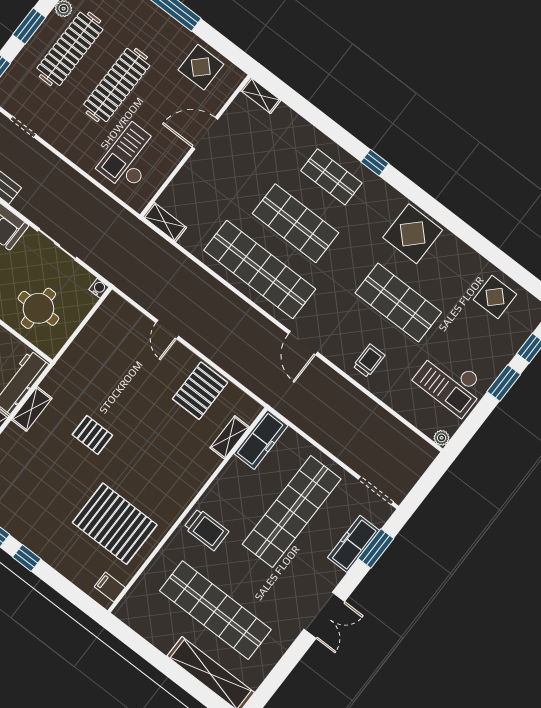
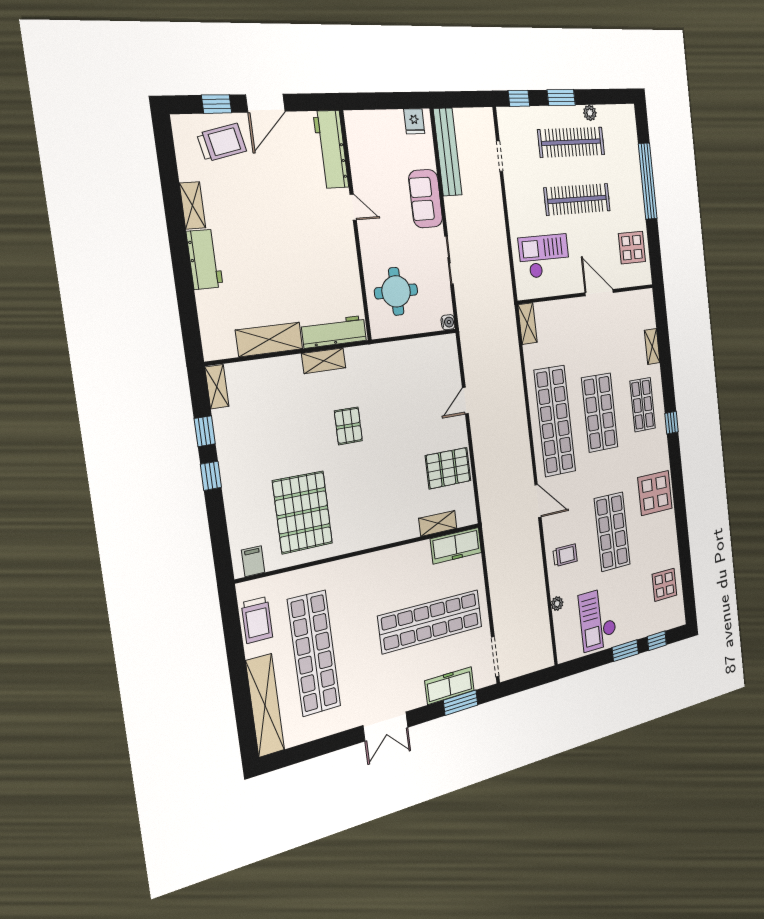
shelving: (261, 95) -> (652, 346), moved
door: (303, 343) -> (538, 501), swing flipped
plant: (442, 438) -> (557, 604), moved
trolley: (206, 529) -> (257, 620), moved

